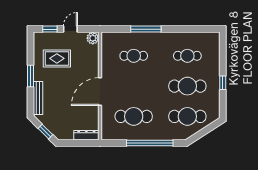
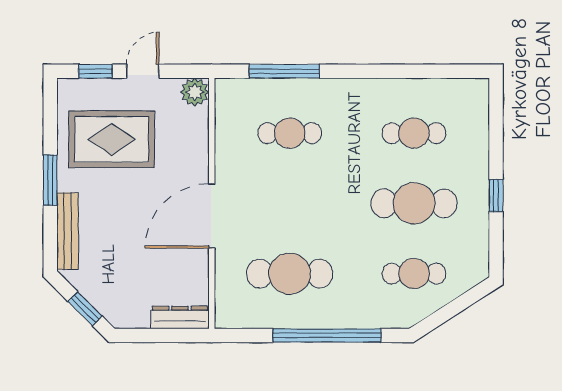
window: (146, 29) -> (284, 71), moved
rug: (57, 58) -> (112, 139), width x1.36, depth x1.43
cafe table: (187, 116) -> (414, 274), width x0.73, depth x0.74

